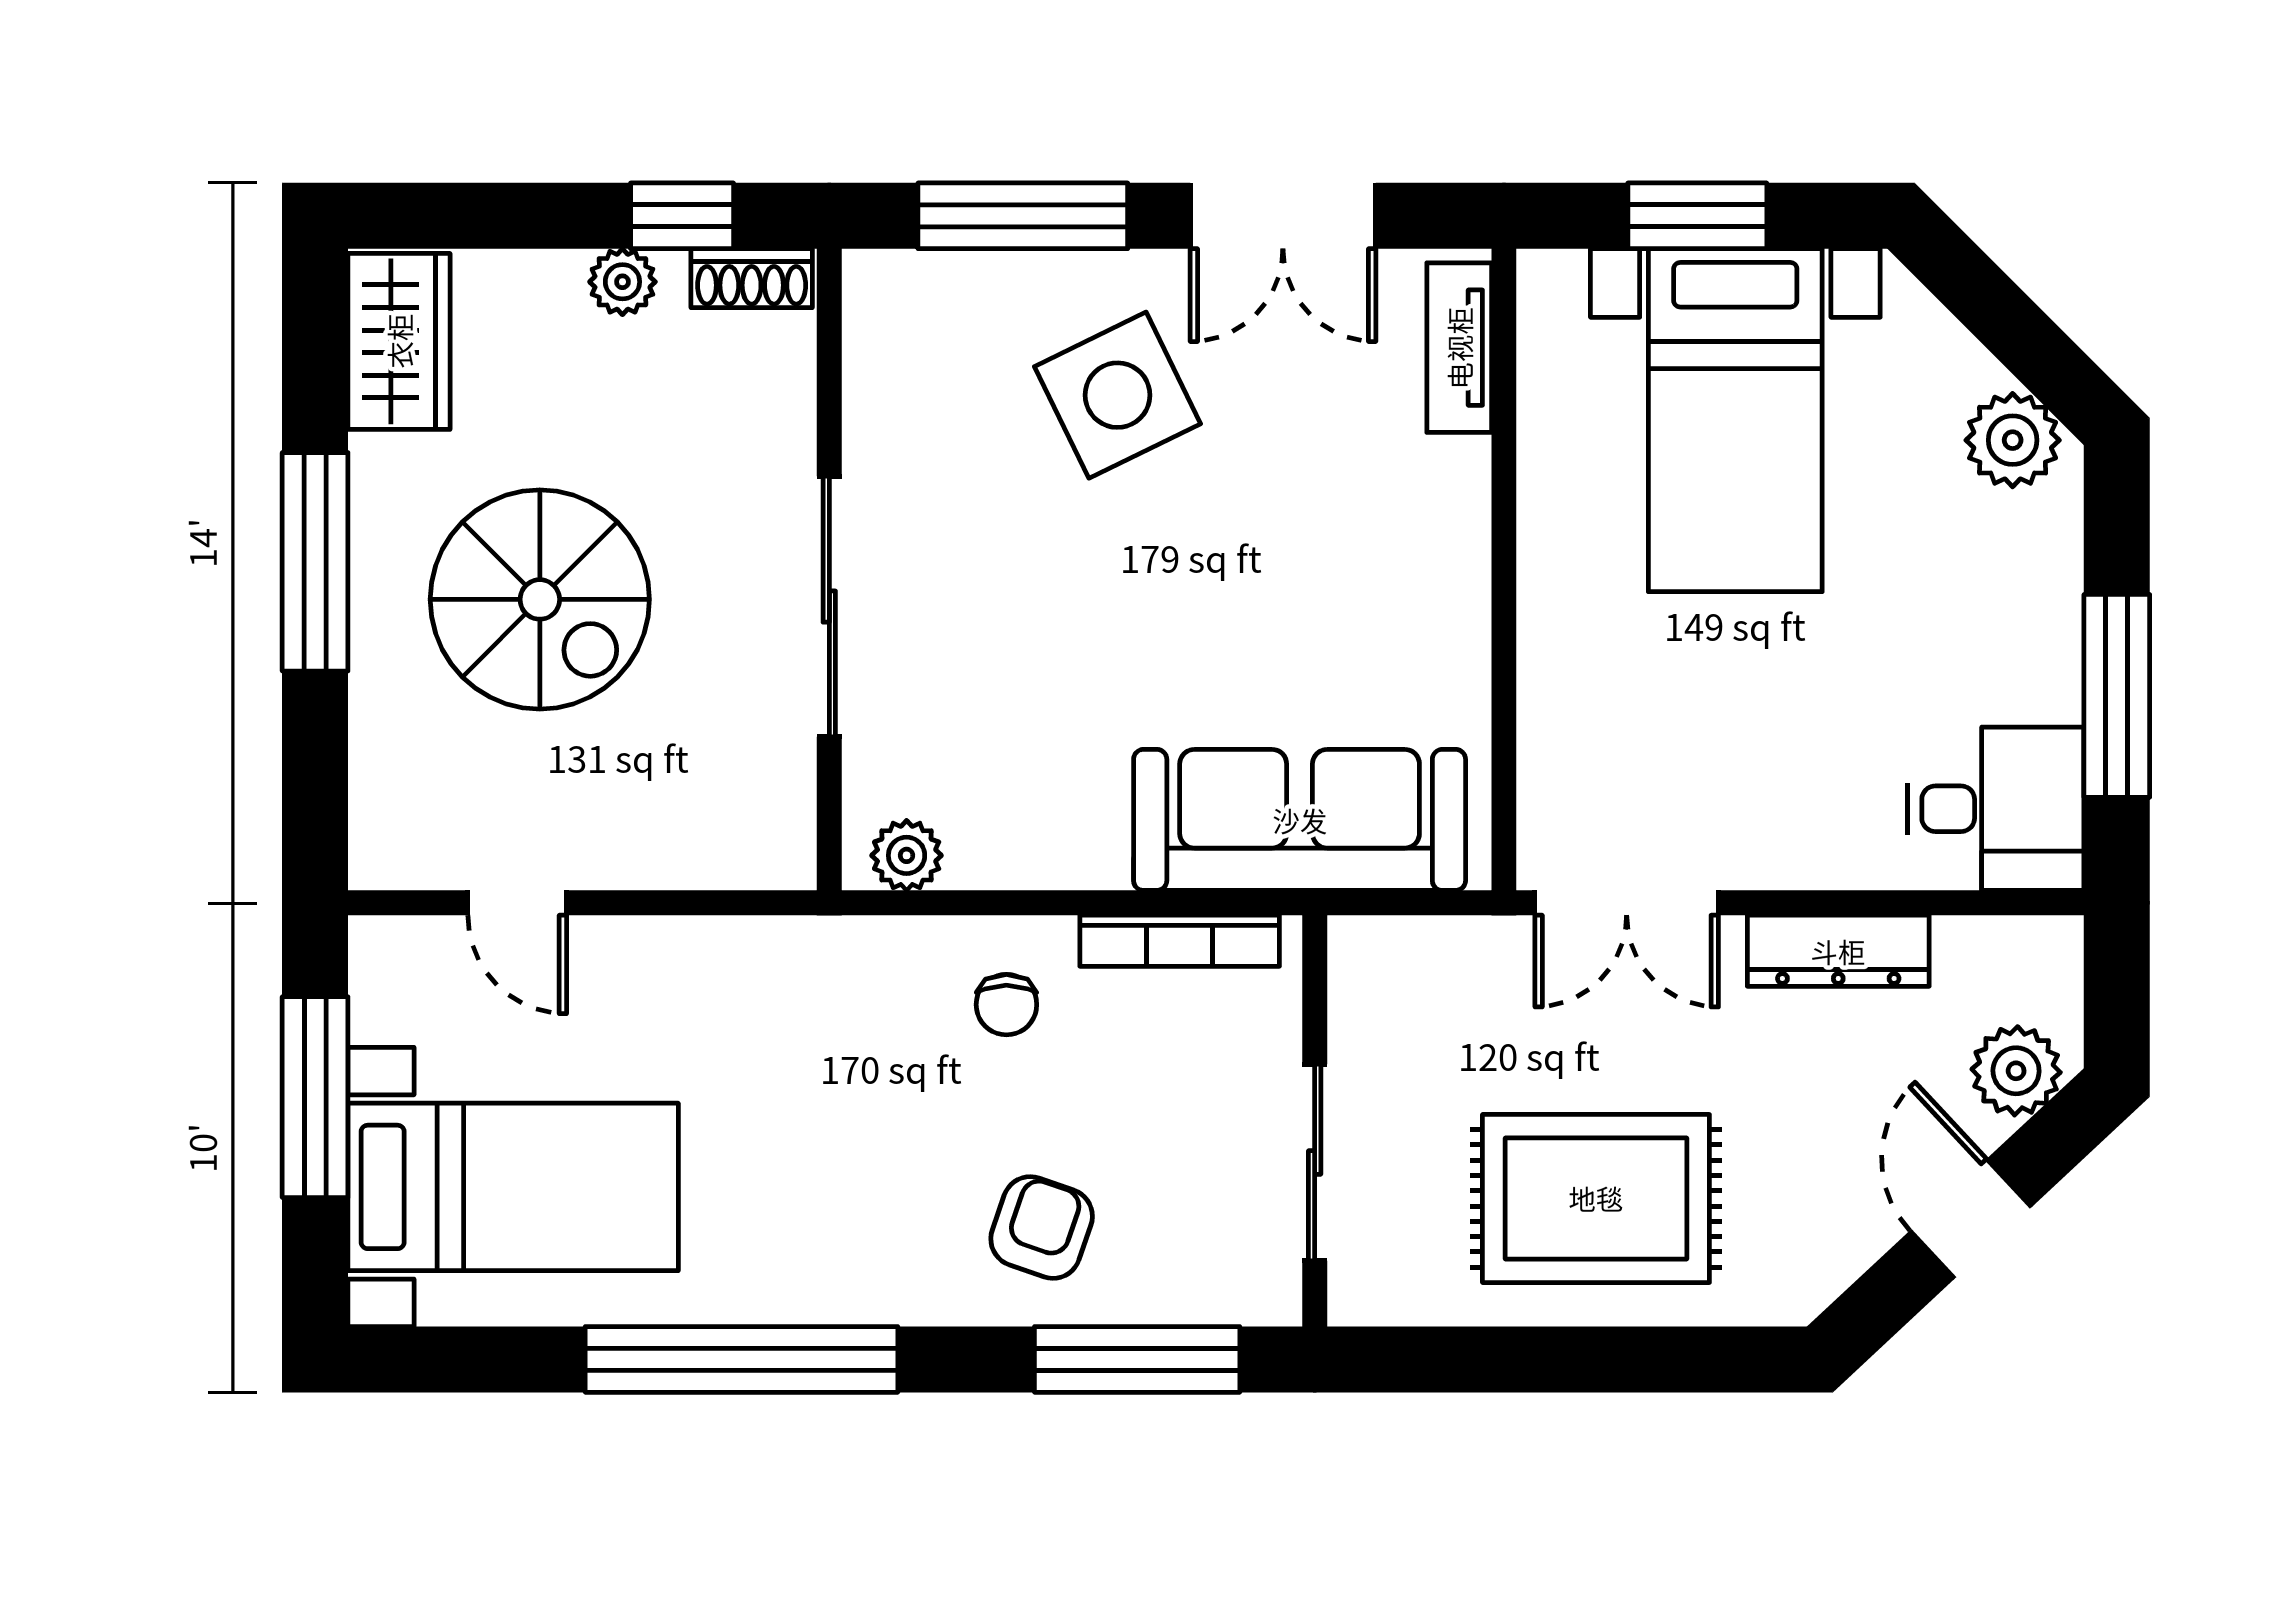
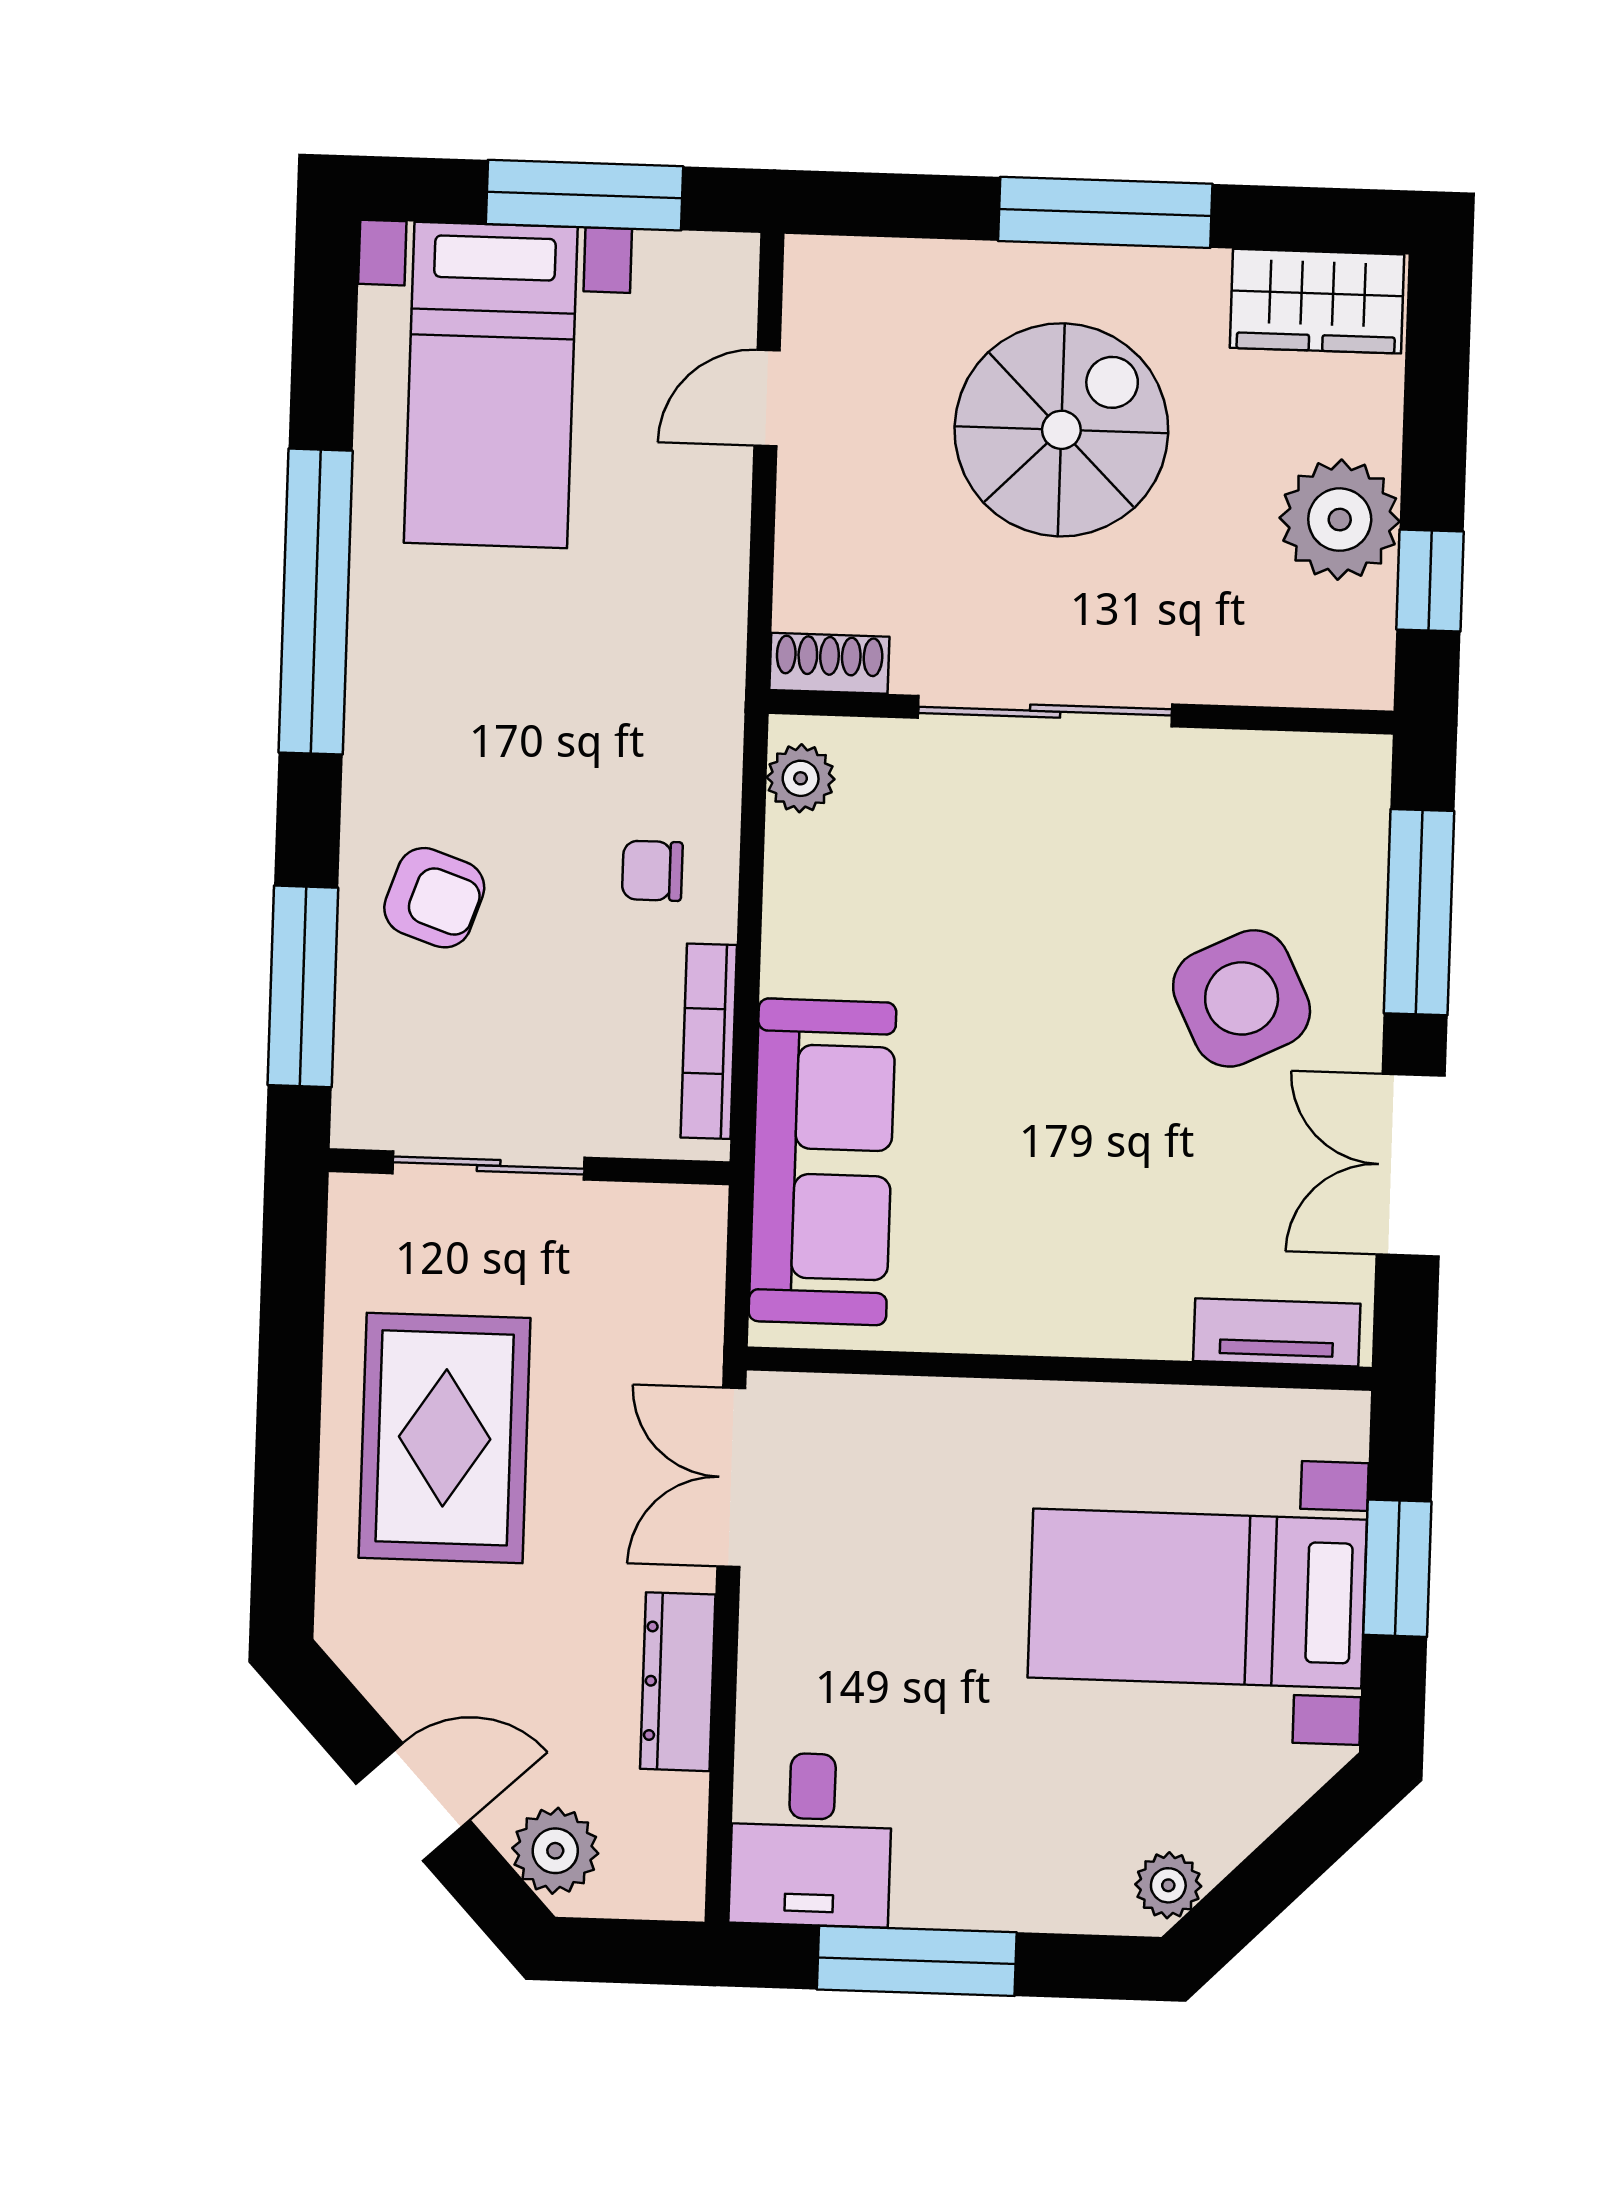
shoe rack: (752, 278) -> (829, 663), moved, turned 90
plant: (622, 282) -> (1340, 520), width x1.87, depth x1.87
plant: (2013, 440) -> (1168, 1885), width x0.73, depth x0.73
spiral stairs: (540, 599) -> (1061, 430), turned 180

